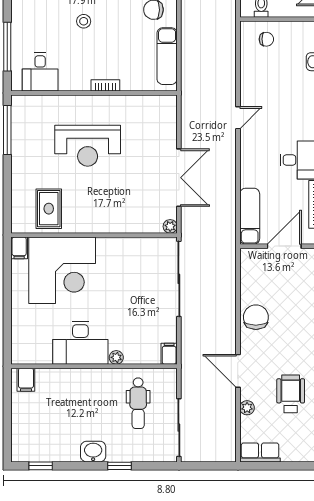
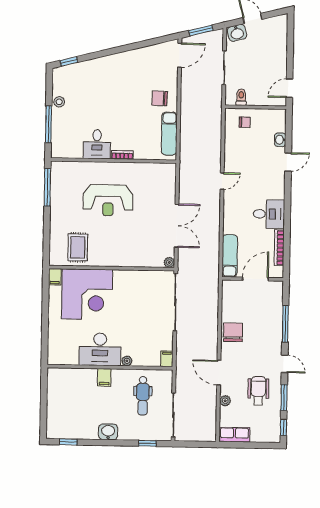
stool: (84, 21) -> (59, 102), moved
desk: (40, 72) -> (97, 144), moved
filing cabinet: (26, 380) -> (104, 377), moved
window: (119, 466) -> (147, 443), moved

